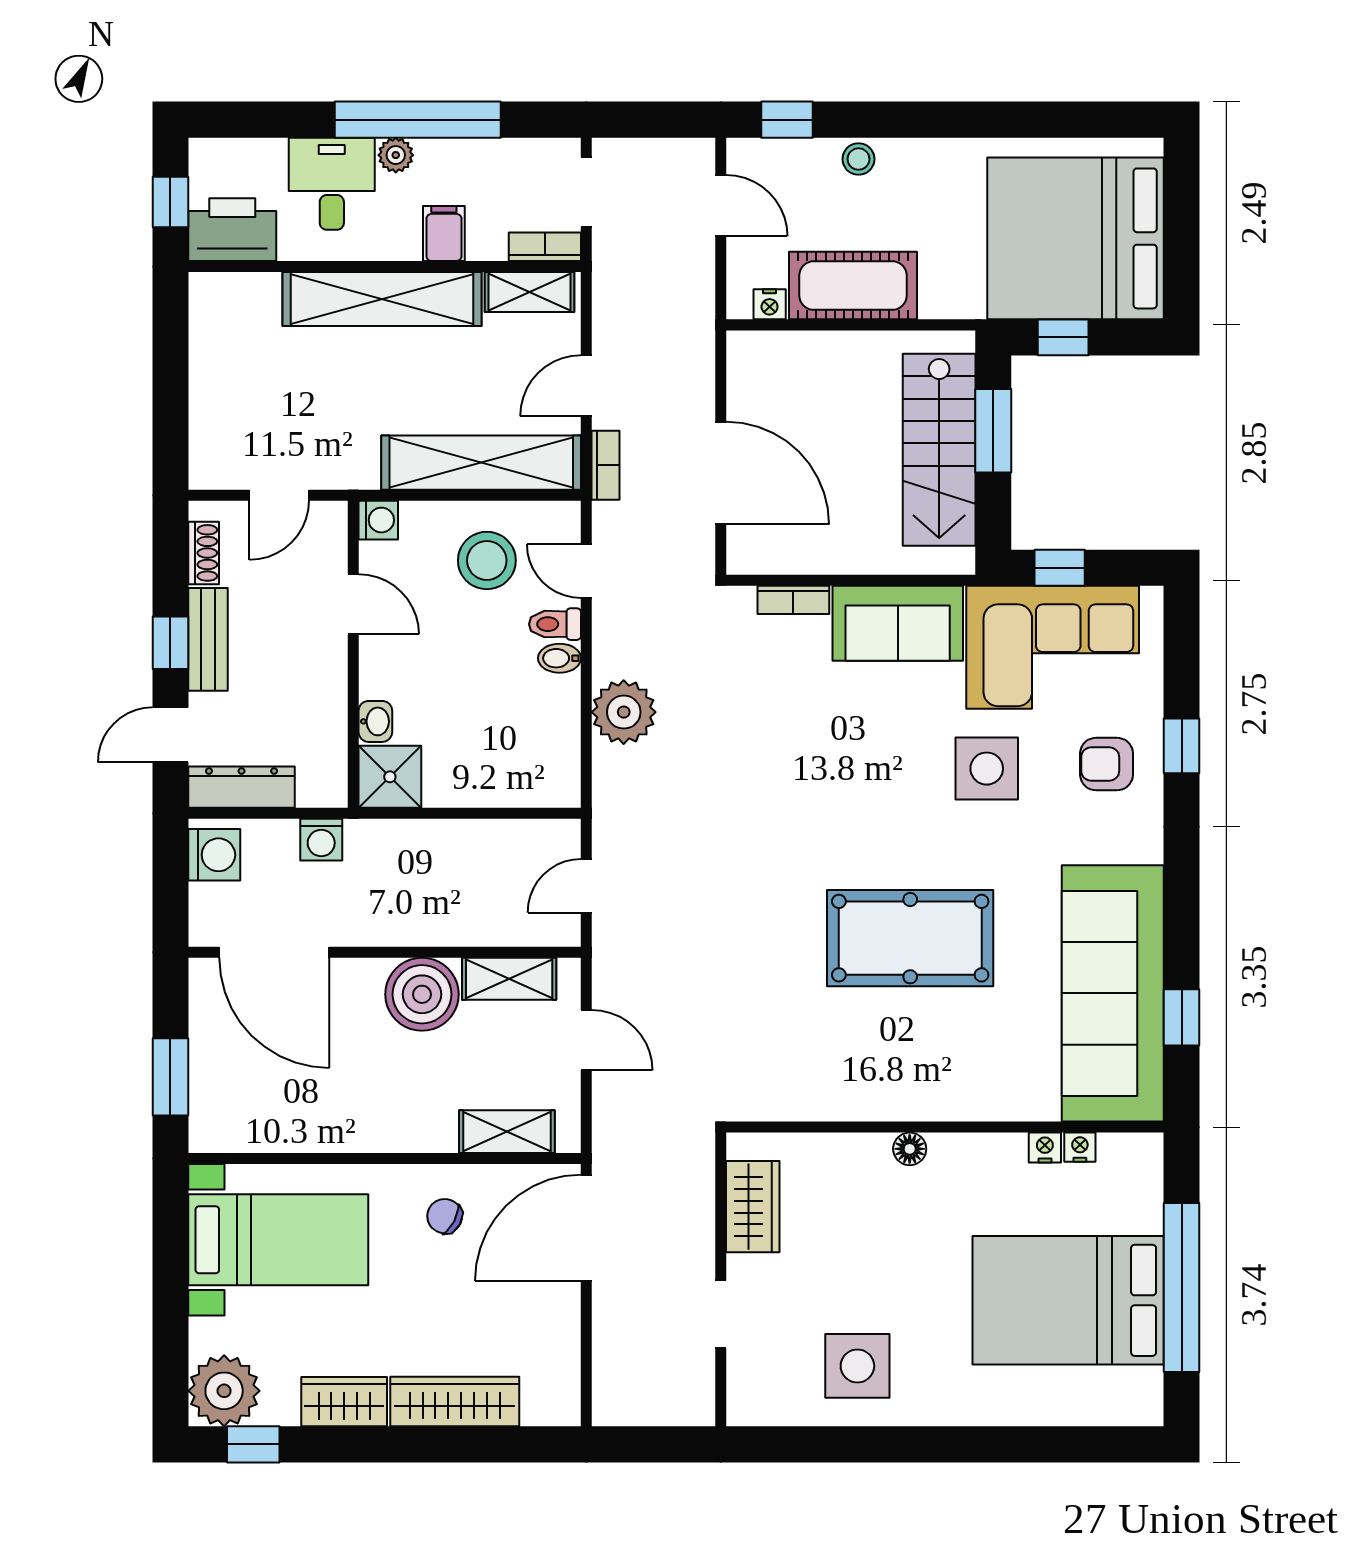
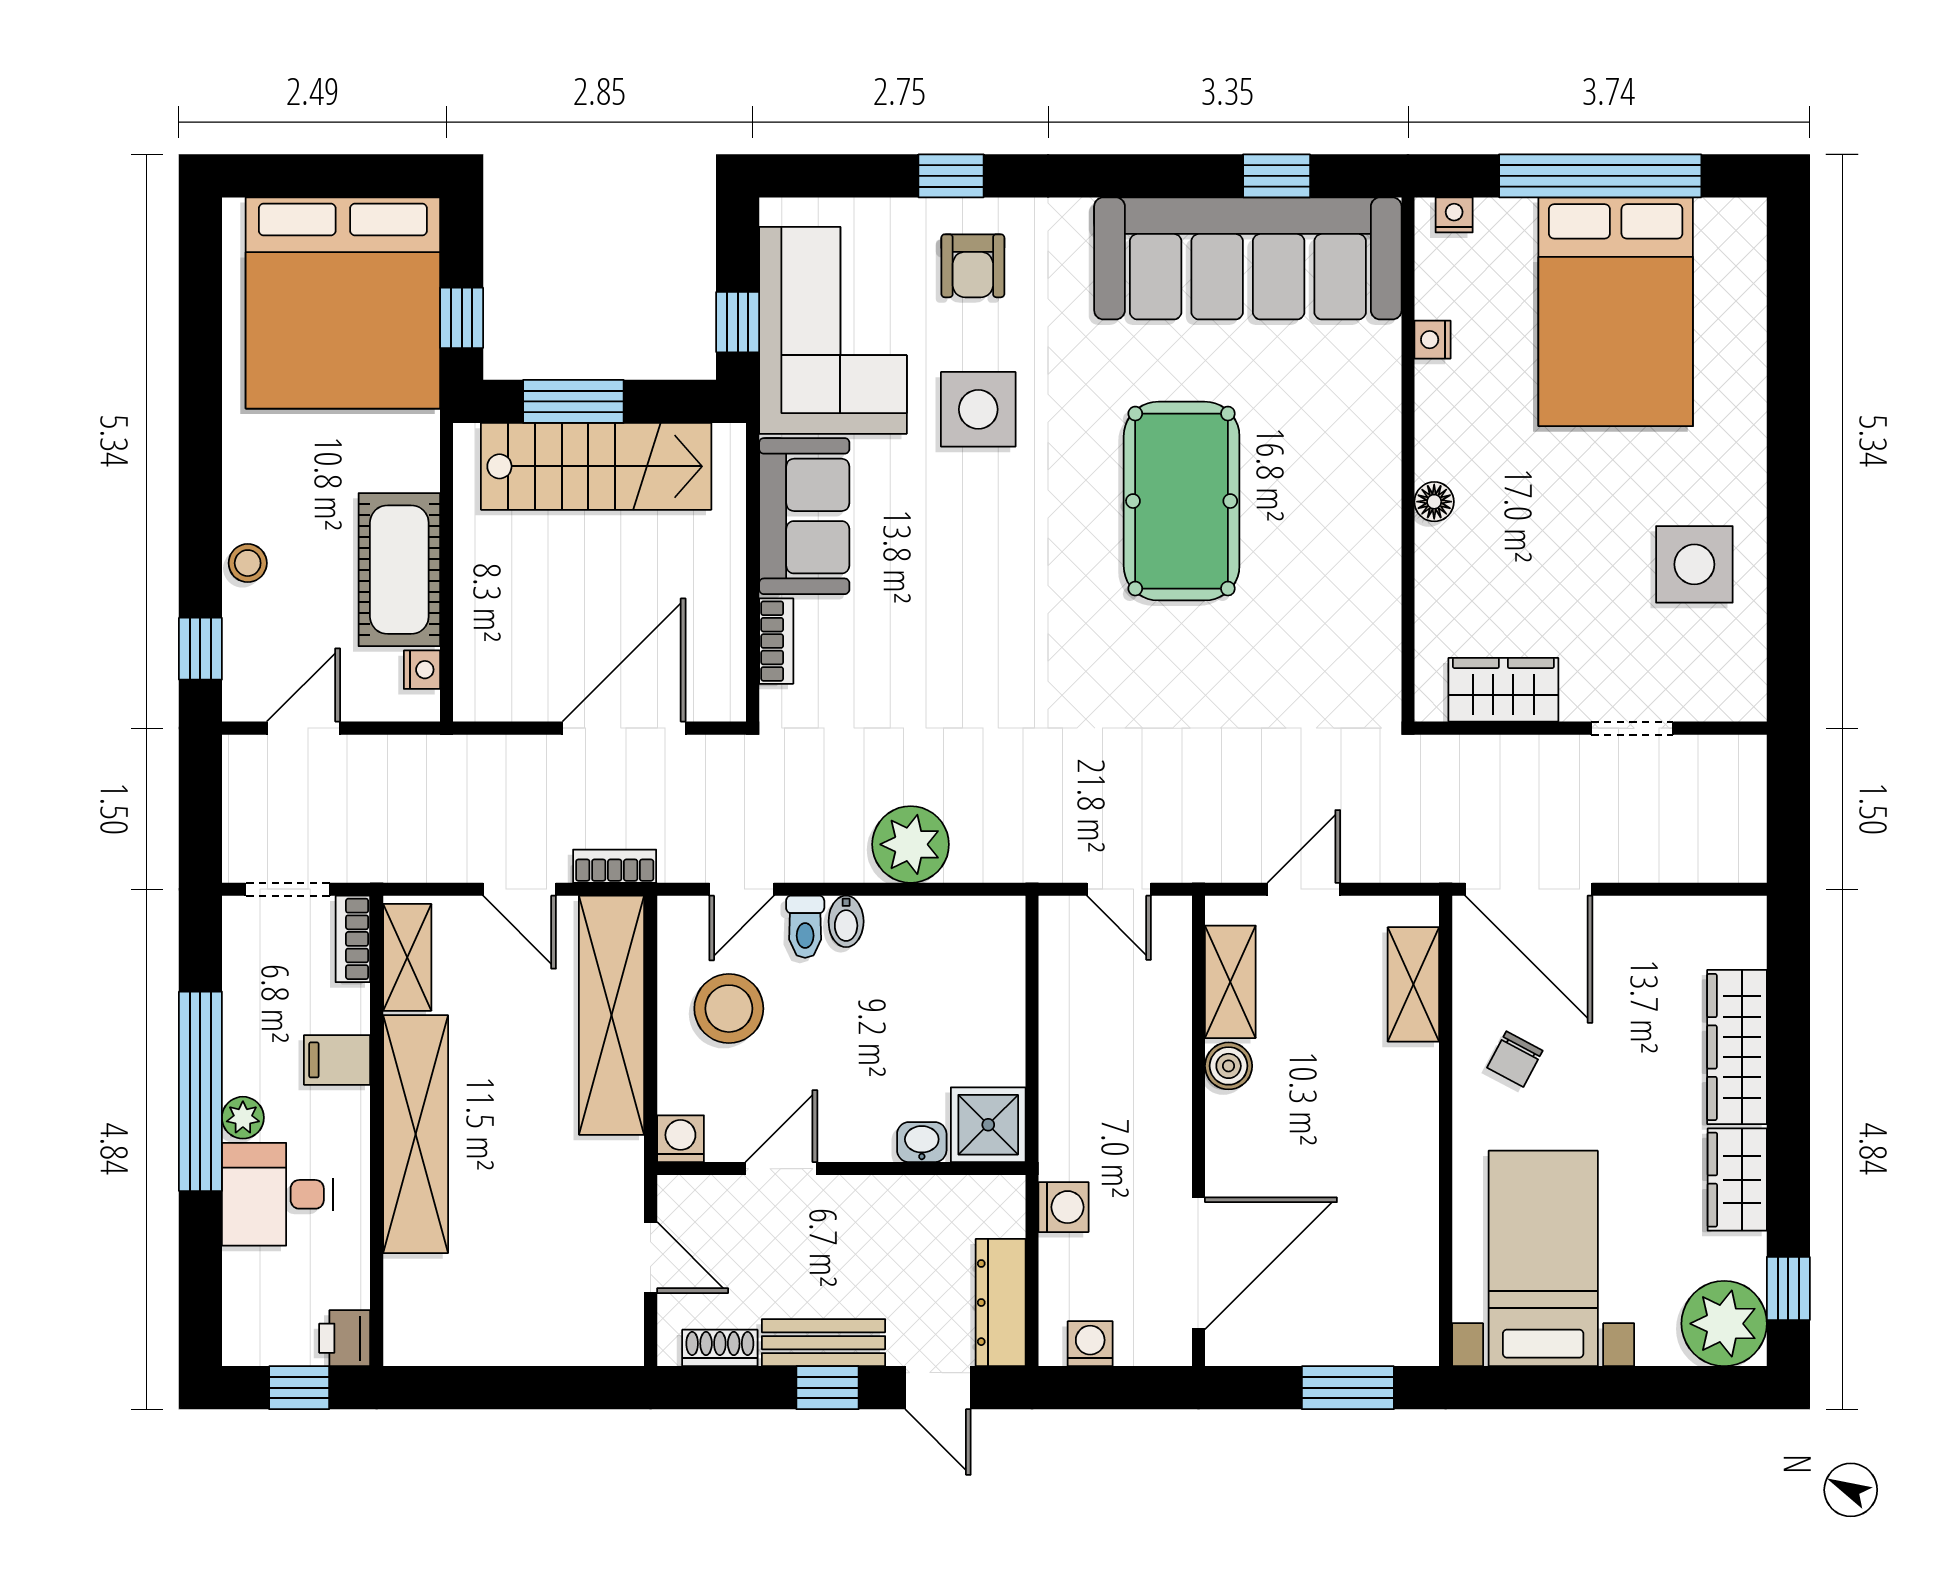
printer: (232, 230) -> (345, 1338), width x0.53, depth x0.68
washing machine: (214, 855) -> (1090, 1344), width x0.73, depth x0.73
boiler: (422, 994) -> (1229, 1066), width x0.54, depth x0.54
nightstand: (1080, 1147) -> (1454, 215), moved, turned 90

